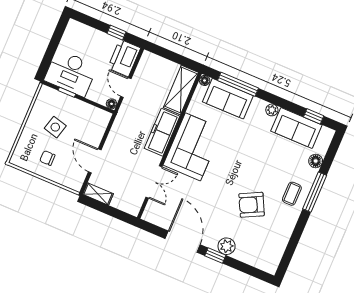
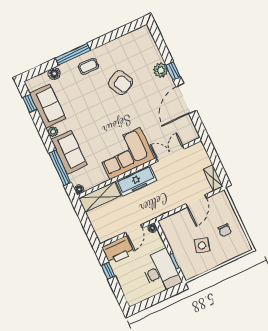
sofa: (228, 99) -> (69, 152), moved

